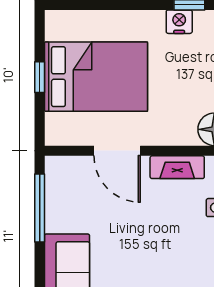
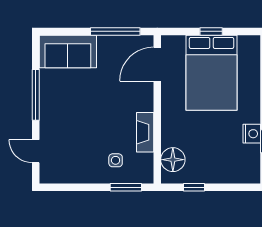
door: (117, 151) -> (157, 64), moved

